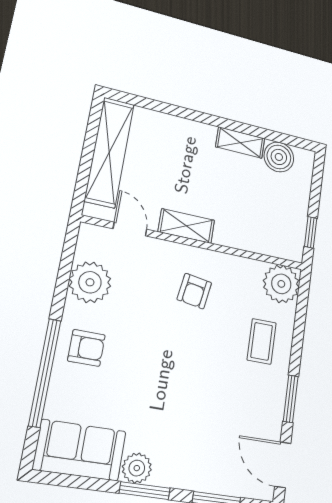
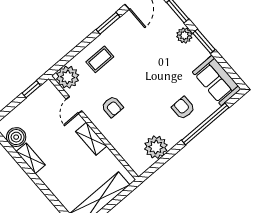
door: (130, 229) -> (74, 105), moved
armchair: (194, 291) -> (112, 107), turned 81
armchair: (86, 348) -> (183, 108), moved
plant: (137, 468) -> (184, 35), moved

